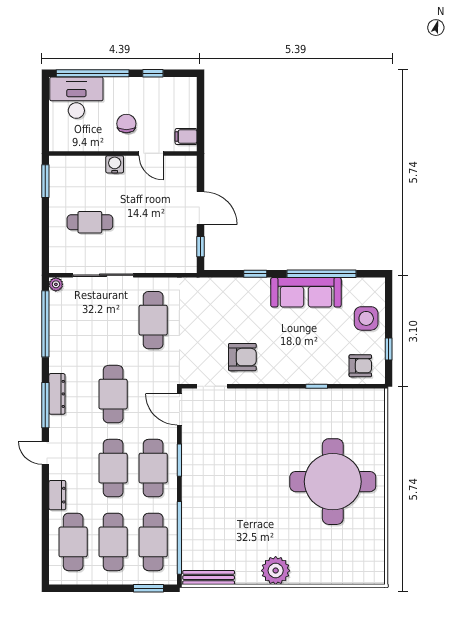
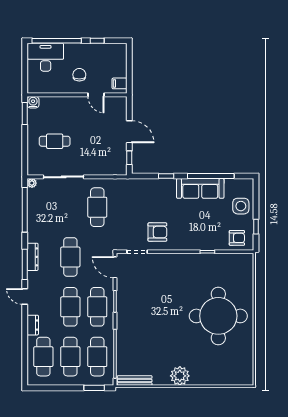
water cooler: (115, 164) -> (33, 102), moved

